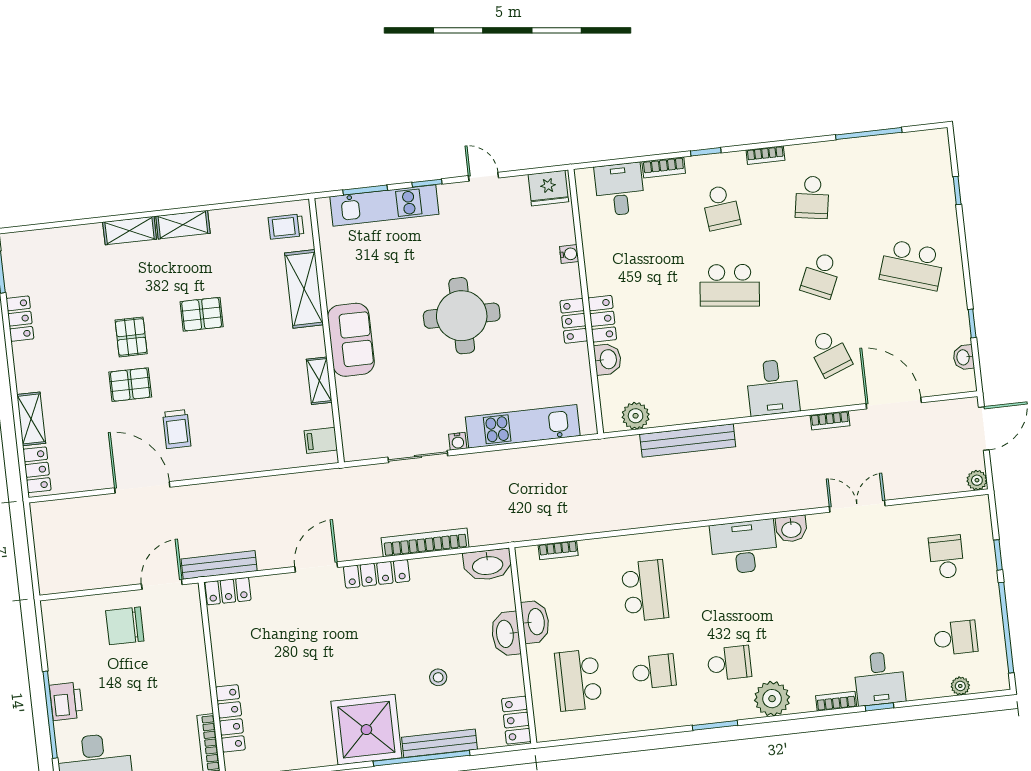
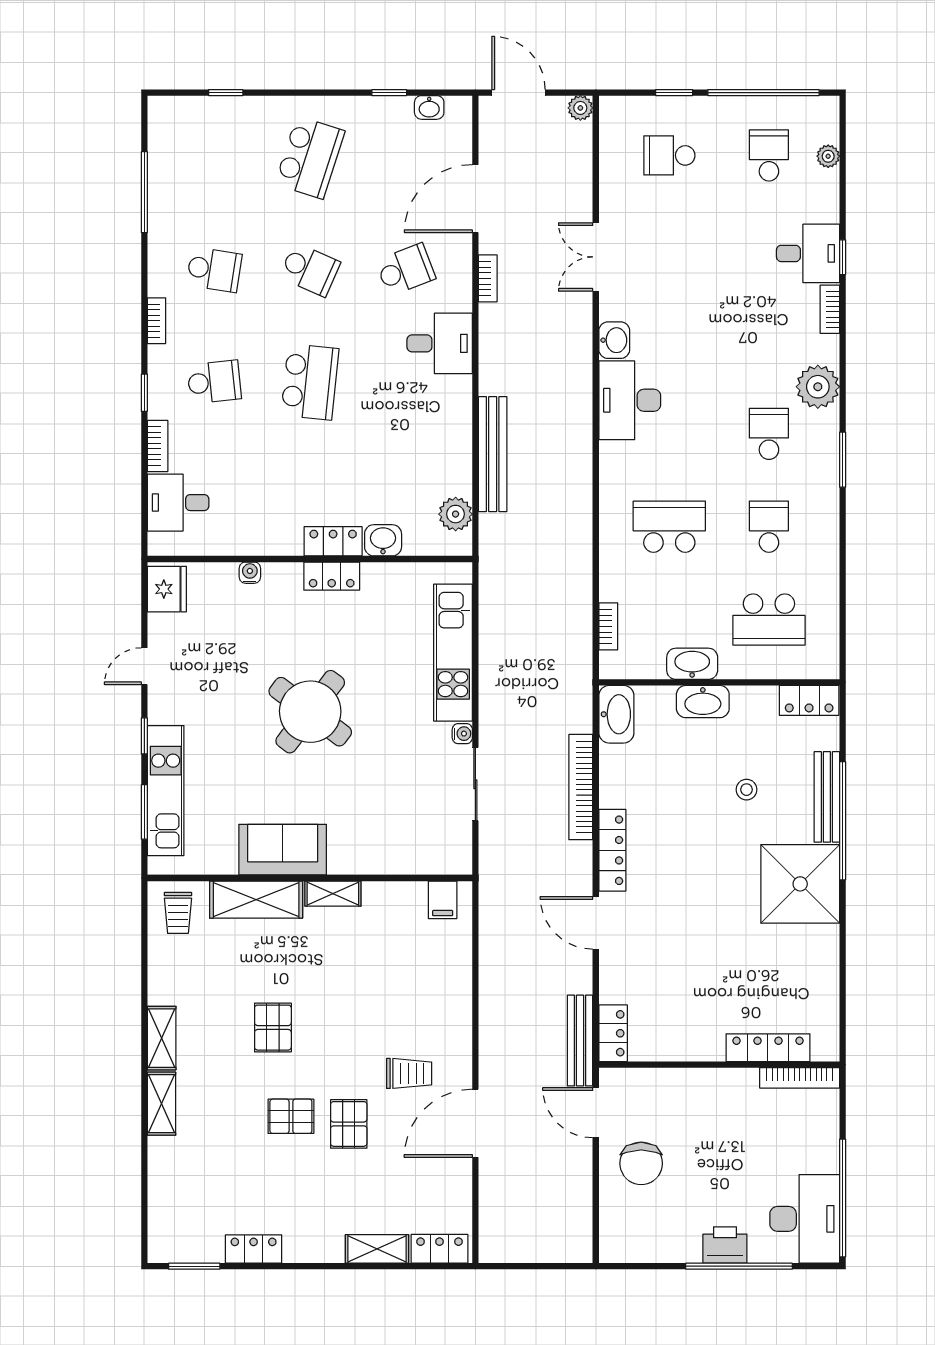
round table: (462, 316) -> (310, 712), turned 37
sofa: (351, 340) -> (283, 850), moved
shelving: (319, 381) -> (333, 894), moved

